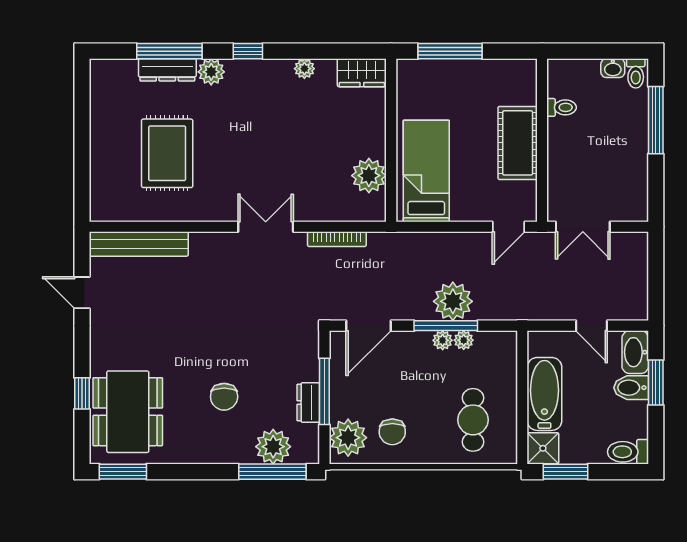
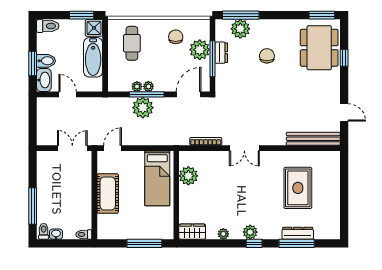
plant: (211, 72) -> (250, 232), moved
toilet: (562, 107) -> (84, 234), moved
plant: (348, 438) -> (200, 50), moved

